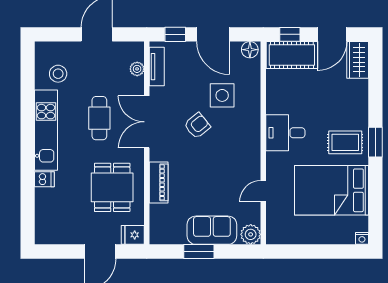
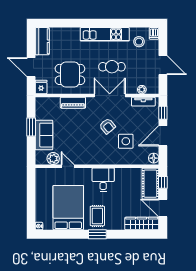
wardrobe: (358, 60) -> (142, 224), width x1.50
dishwasher: (44, 179) -> (154, 33), moved
kitchen counter: (57, 233) -> (42, 41), added
plant: (251, 234) -> (53, 159), moved

